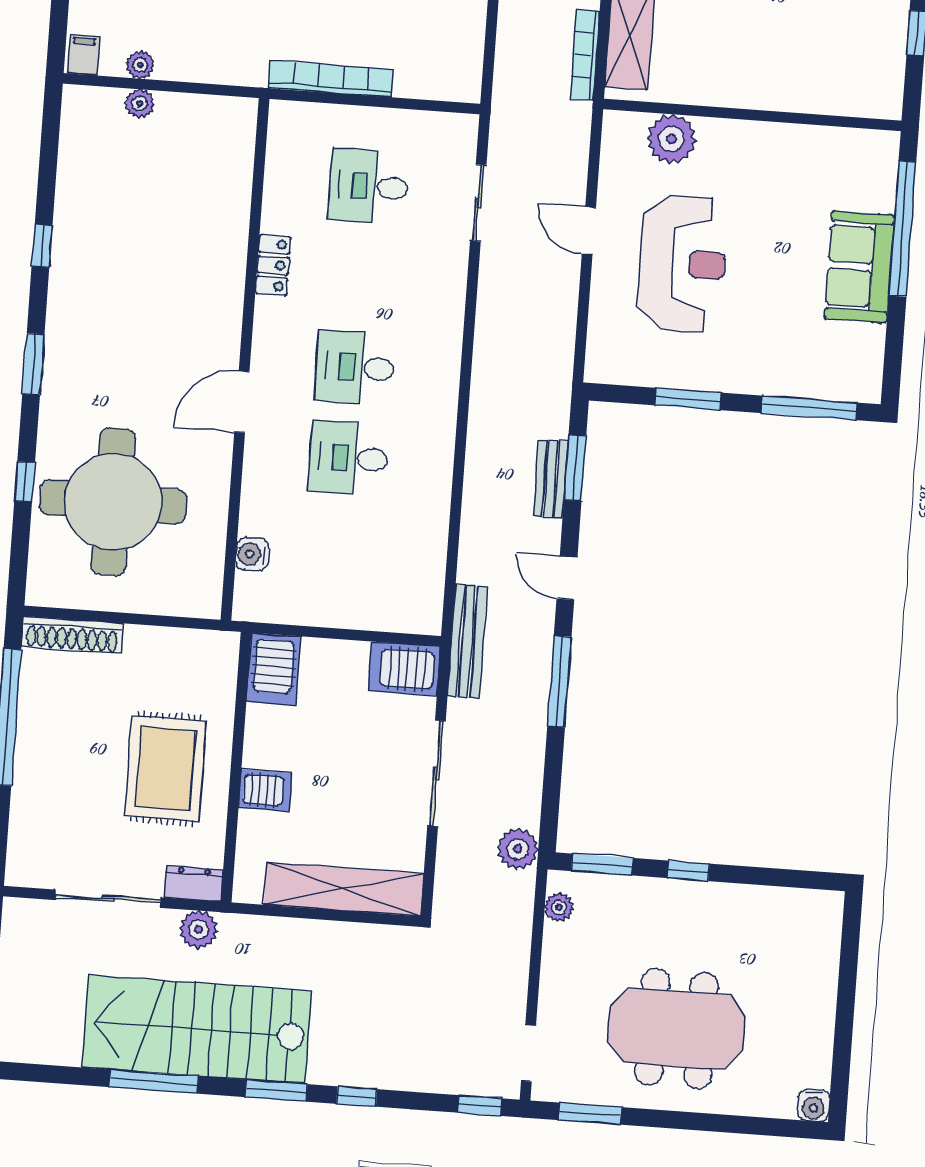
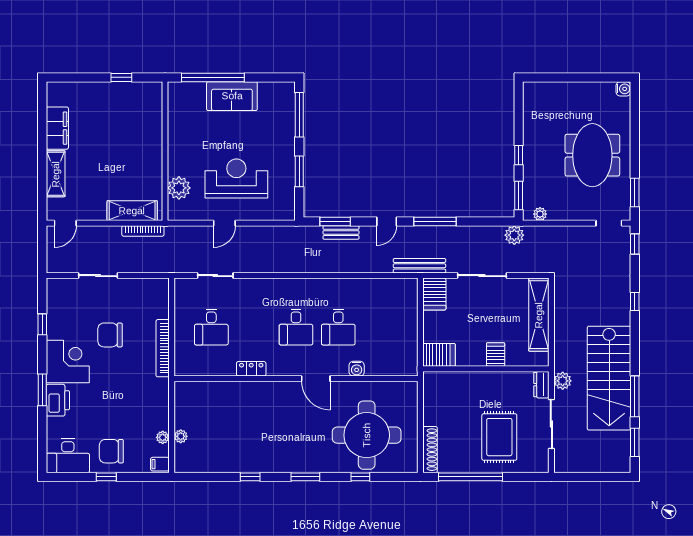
water cooler: (252, 554) -> (357, 369), moved
rug: (165, 769) -> (499, 437), moved, turned 90
window: (276, 1091) -> (635, 442), moved

